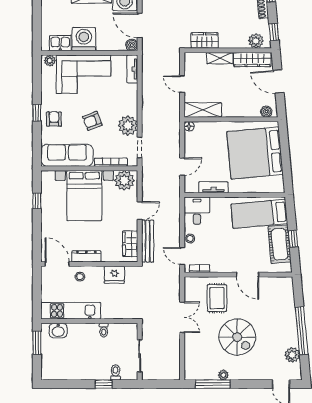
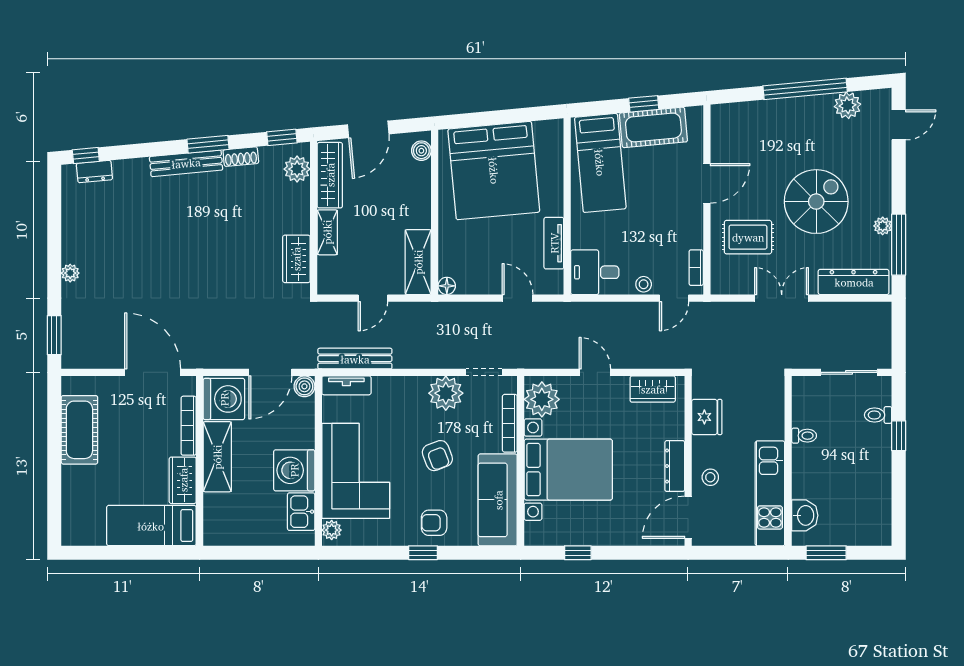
bench: (148, 241) -> (355, 359), moved
dresser: (191, 358) -> (854, 282), added

